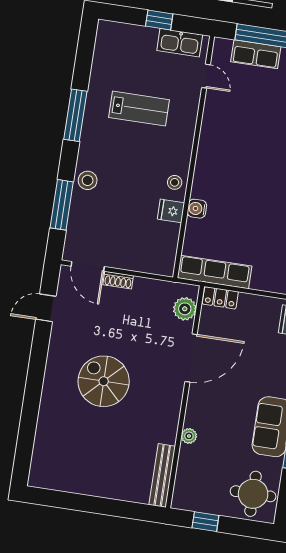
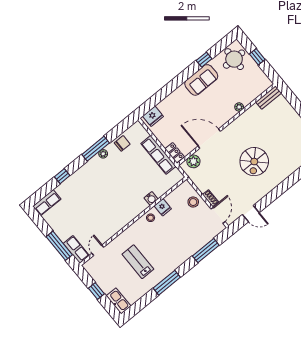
kitchen sink: (180, 43) -> (119, 301), moved
row of seats: (256, 54) -> (76, 249), moved
stool: (88, 180) -> (193, 202), moved
row of seats: (214, 272) -> (159, 155), moved
bench: (162, 476) -> (269, 98), width x0.73
window: (205, 522) -> (257, 57), moved

